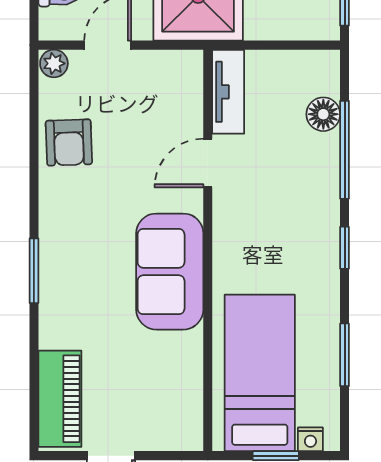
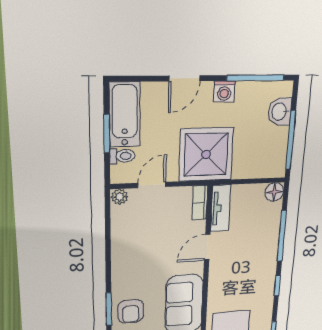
bookcase: (191, 80) -> (200, 203), added
floor lamp: (323, 114) -> (274, 192), moved
armchair: (69, 142) -> (131, 311), moved

